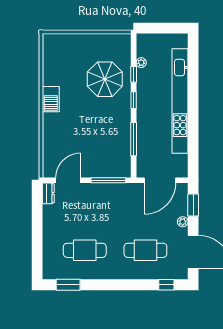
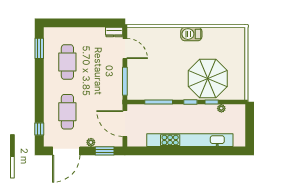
parasol: (105, 79) -> (208, 78), width x1.36, depth x1.36

